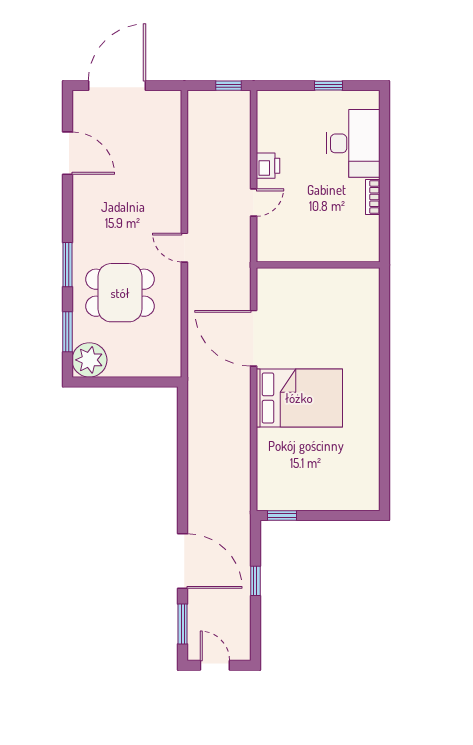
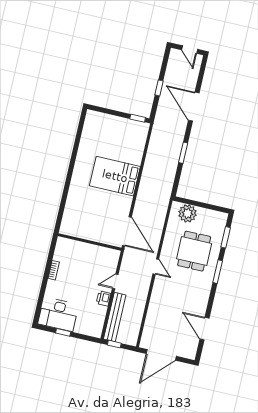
door: (117, 86) -> (161, 355), moved
bench: (239, 136) -> (115, 317), added
desk: (353, 143) -> (58, 314), moved, turned -90
dining table: (120, 293) -> (194, 251), turned 90
door: (254, 338) -> (127, 231), moved
plant: (89, 360) -> (187, 213), moved
window: (183, 624) -> (183, 153), moved

